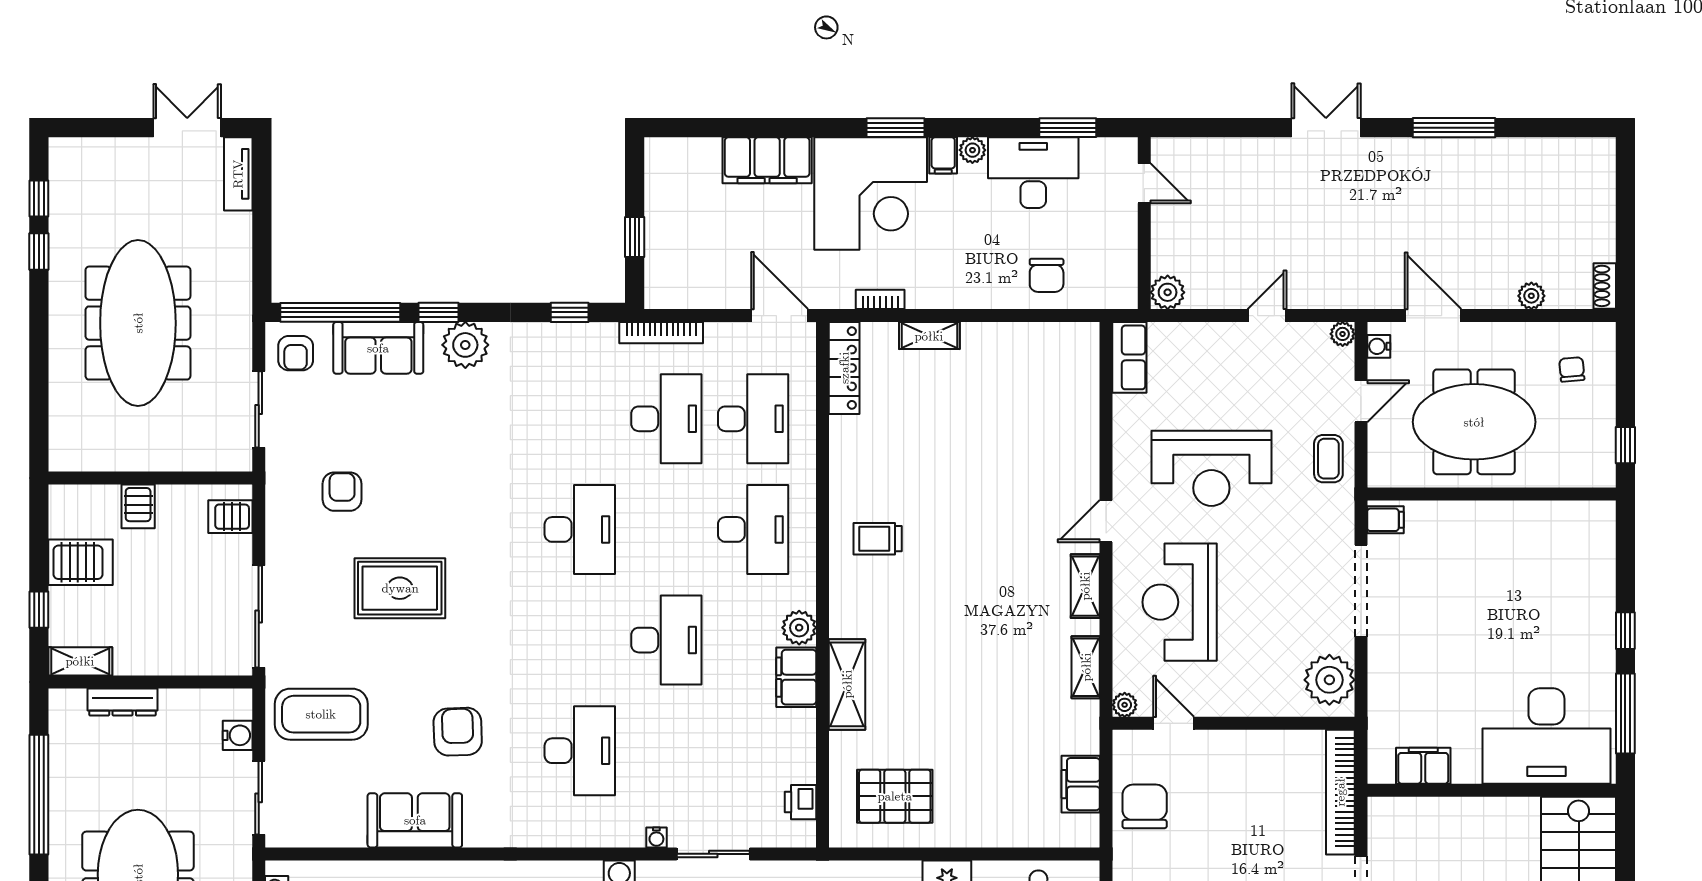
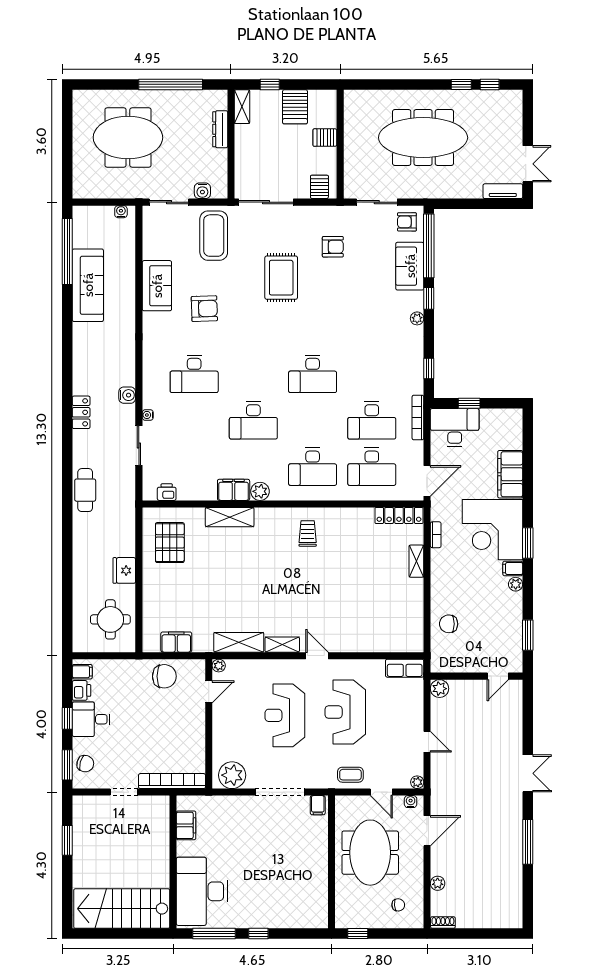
desk: (1033, 173) -> (455, 427), moved, turned -90
plant: (465, 345) -> (417, 318), width x0.53, depth x0.53
reception desk: (1180, 602) -> (285, 715), moved, turned -90
shelving: (1086, 667) -> (239, 642), width x1.50, depth x1.33

